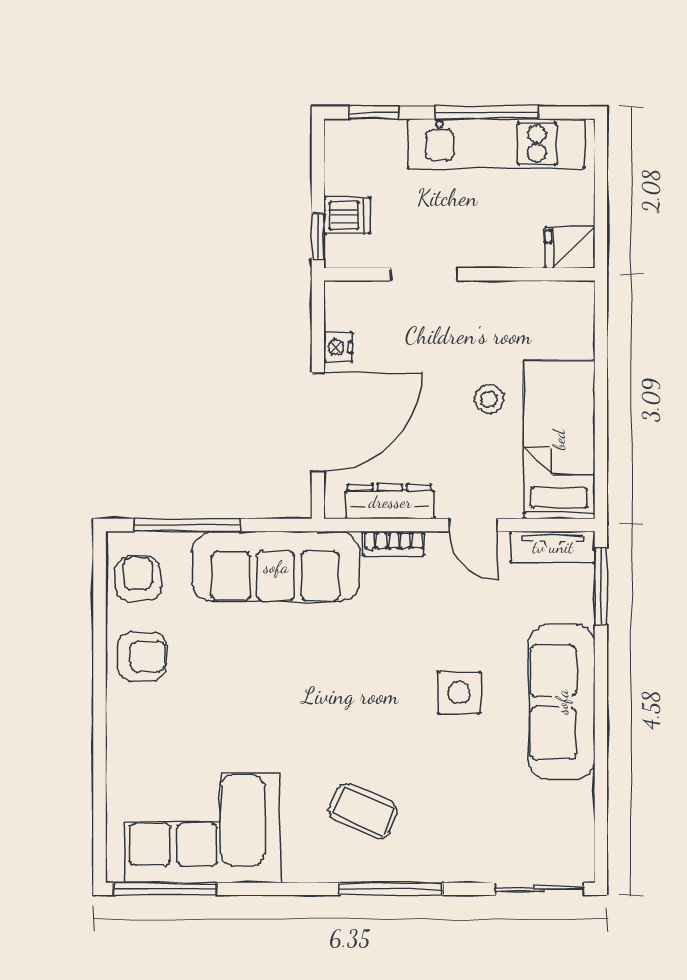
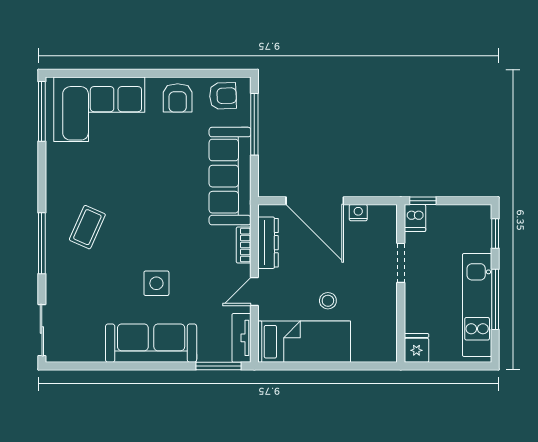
dishwasher: (347, 216) -> (415, 218), moved
corner sofa: (202, 827) -> (99, 109), moved, turned 90

